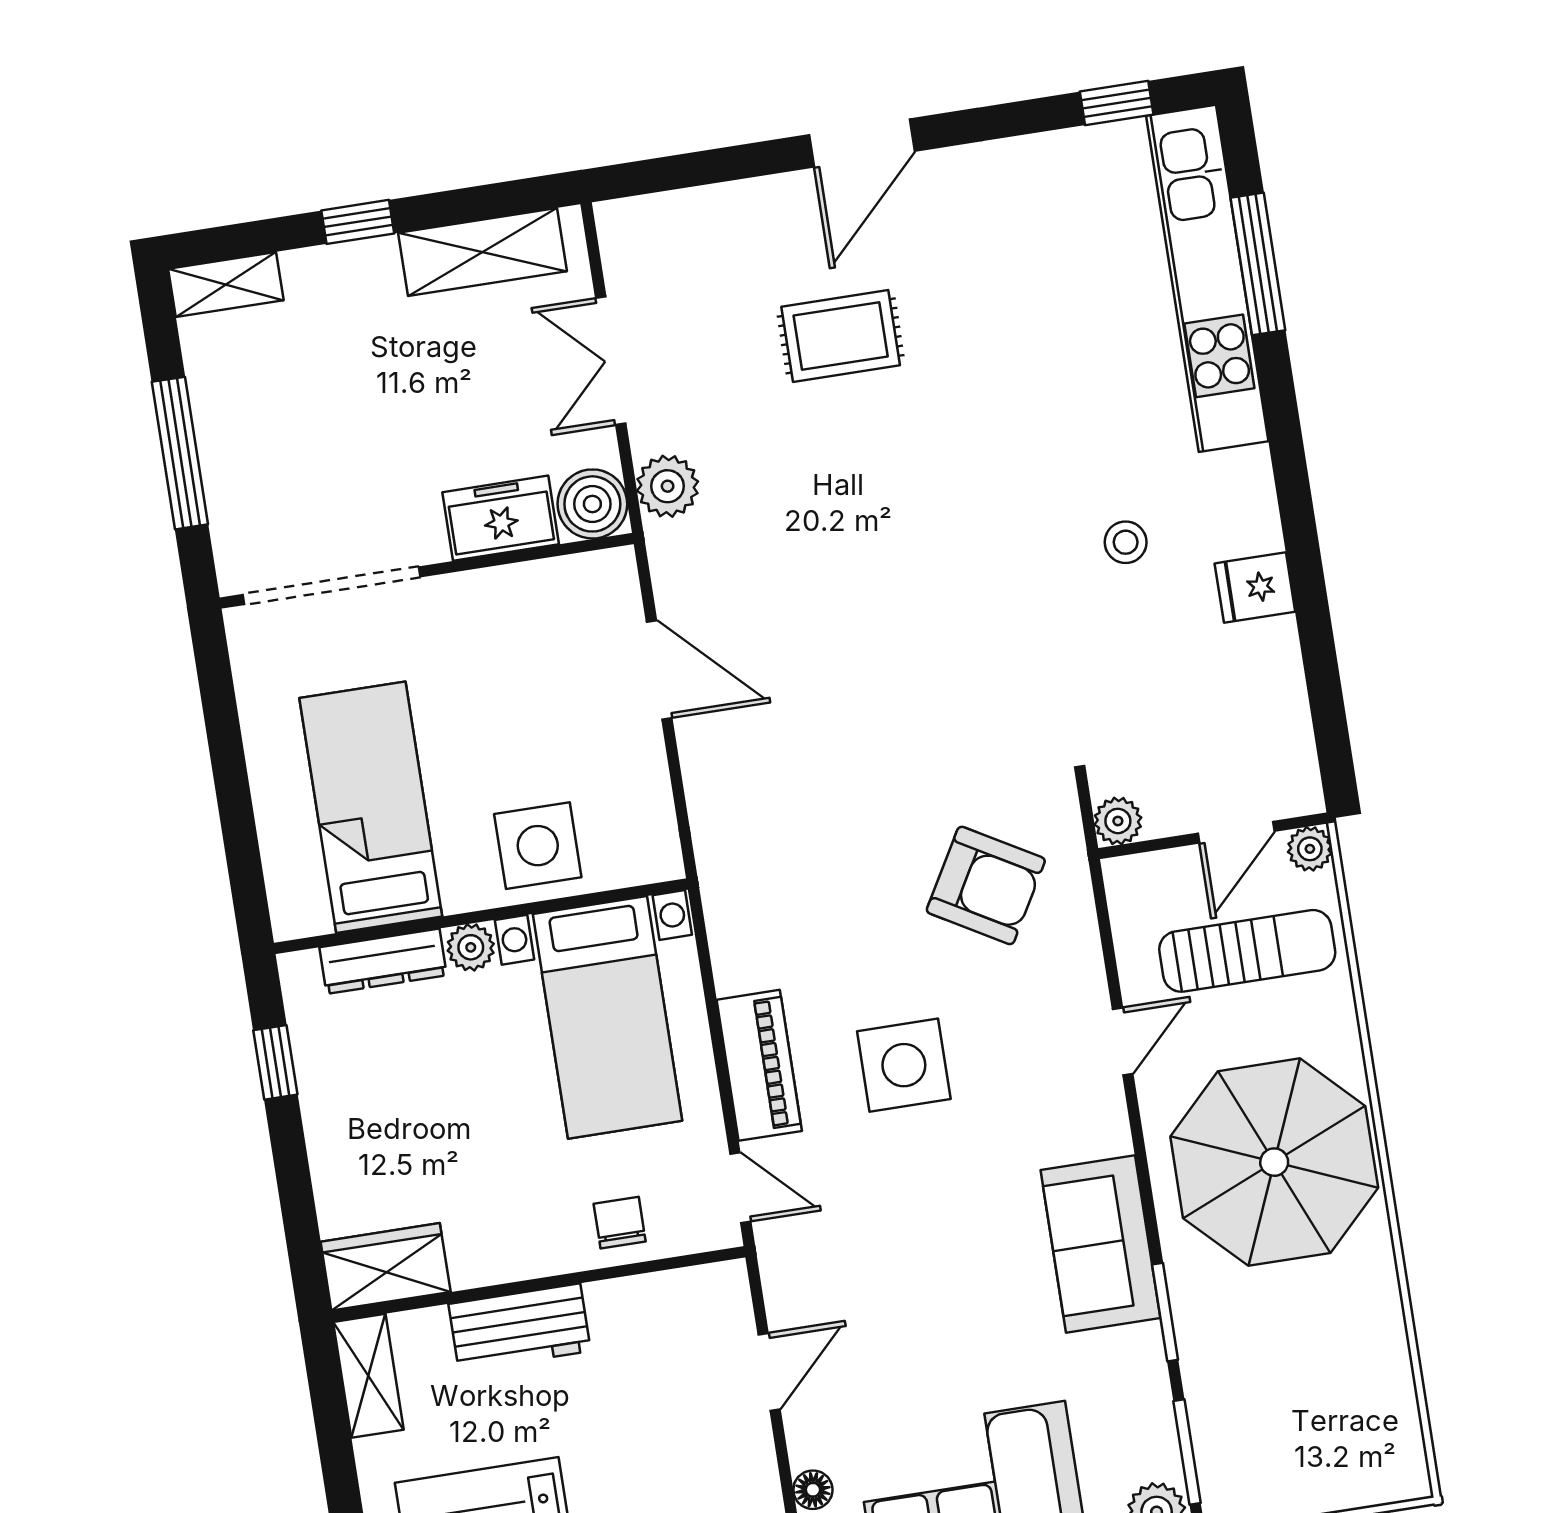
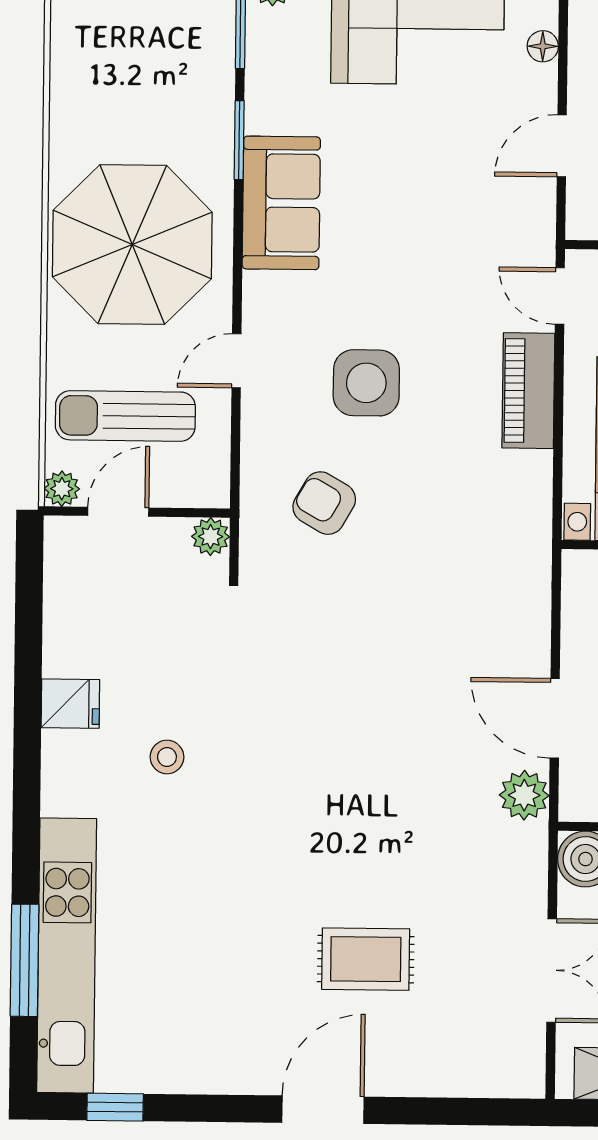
plant: (668, 486) -> (524, 795), moved
armchair: (986, 885) -> (324, 503), width x0.72, depth x0.72
side table: (904, 1065) -> (366, 383), moved

